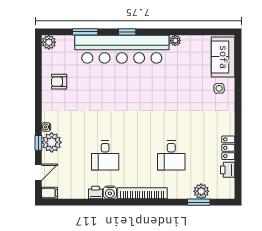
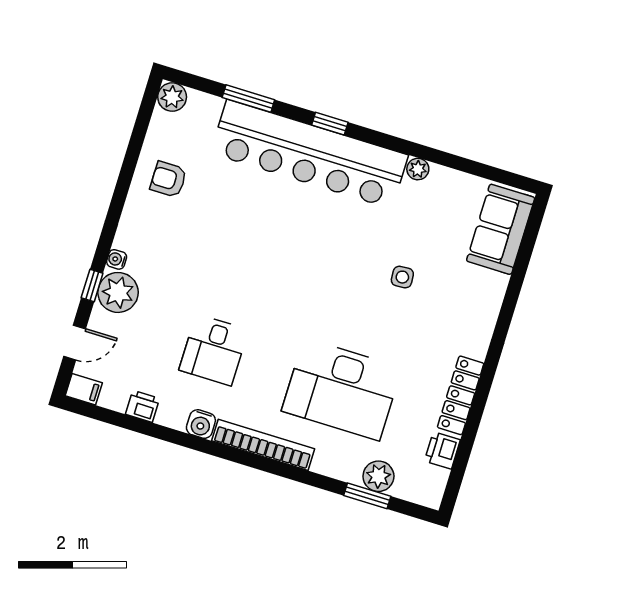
side table: (219, 88) -> (402, 277), moved
locker: (228, 148) -> (461, 395), width x1.53
desk: (171, 156) -> (342, 389), width x1.87, depth x1.30
printer: (95, 193) -> (143, 406), moved

